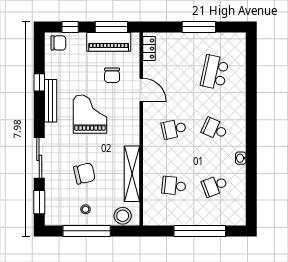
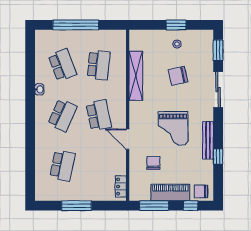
piano: (109, 42) -> (170, 192), moved
door: (141, 90) -> (128, 139), moved
school desk: (174, 129) -> (99, 115), width x1.85
school desk: (215, 129) -> (62, 115), width x1.85
school desk: (174, 186) -> (99, 65), width x1.85
school desk: (215, 186) -> (62, 65), width x1.85
stool: (123, 216) -> (144, 38), removed
window: (87, 231) -> (176, 25), width x0.47

